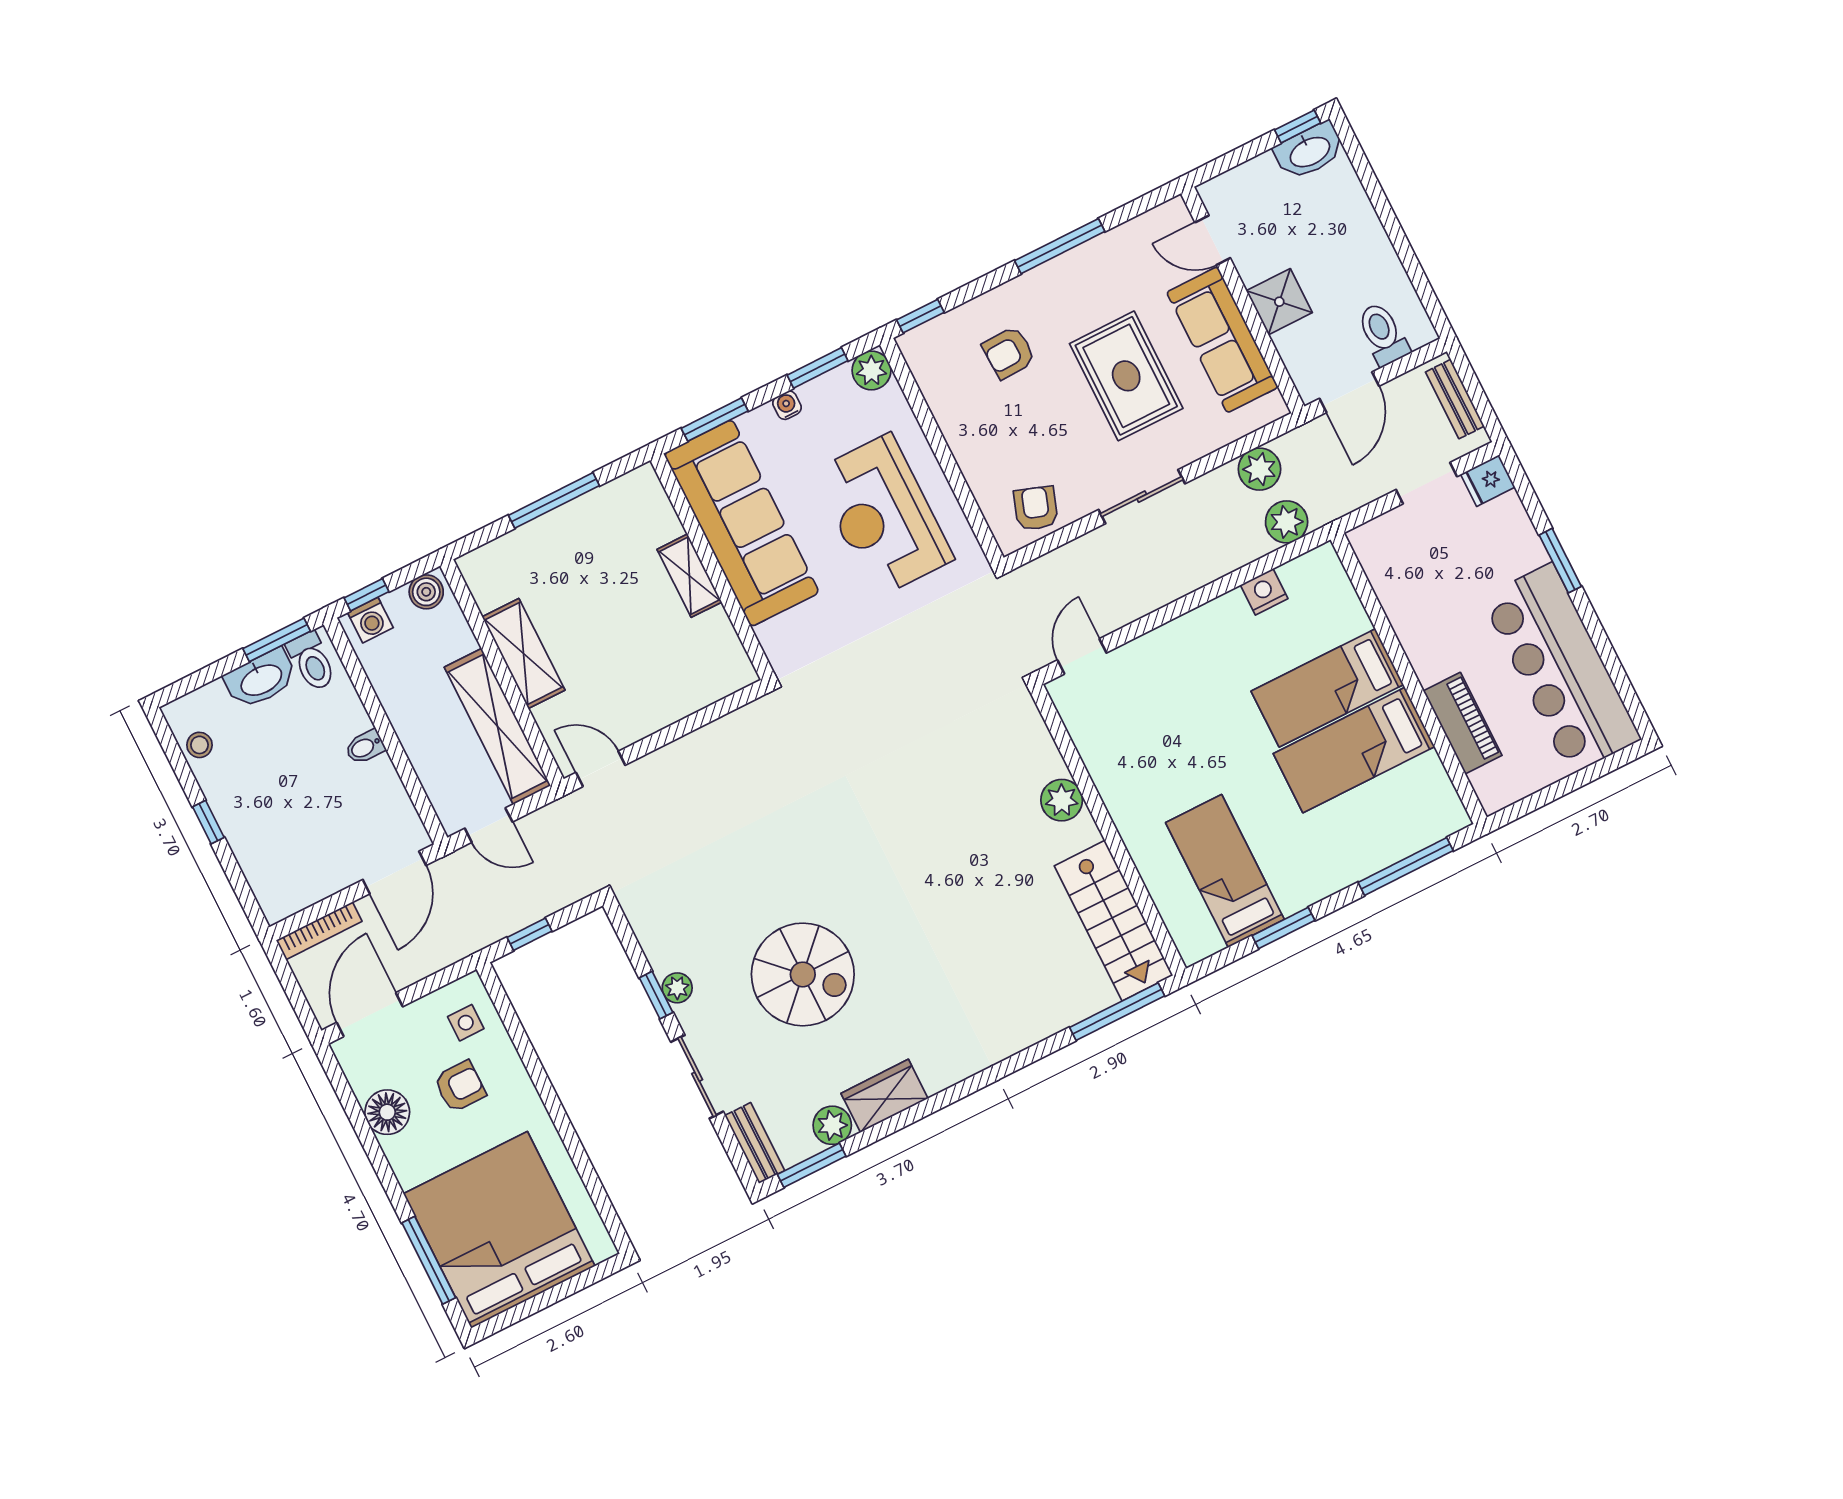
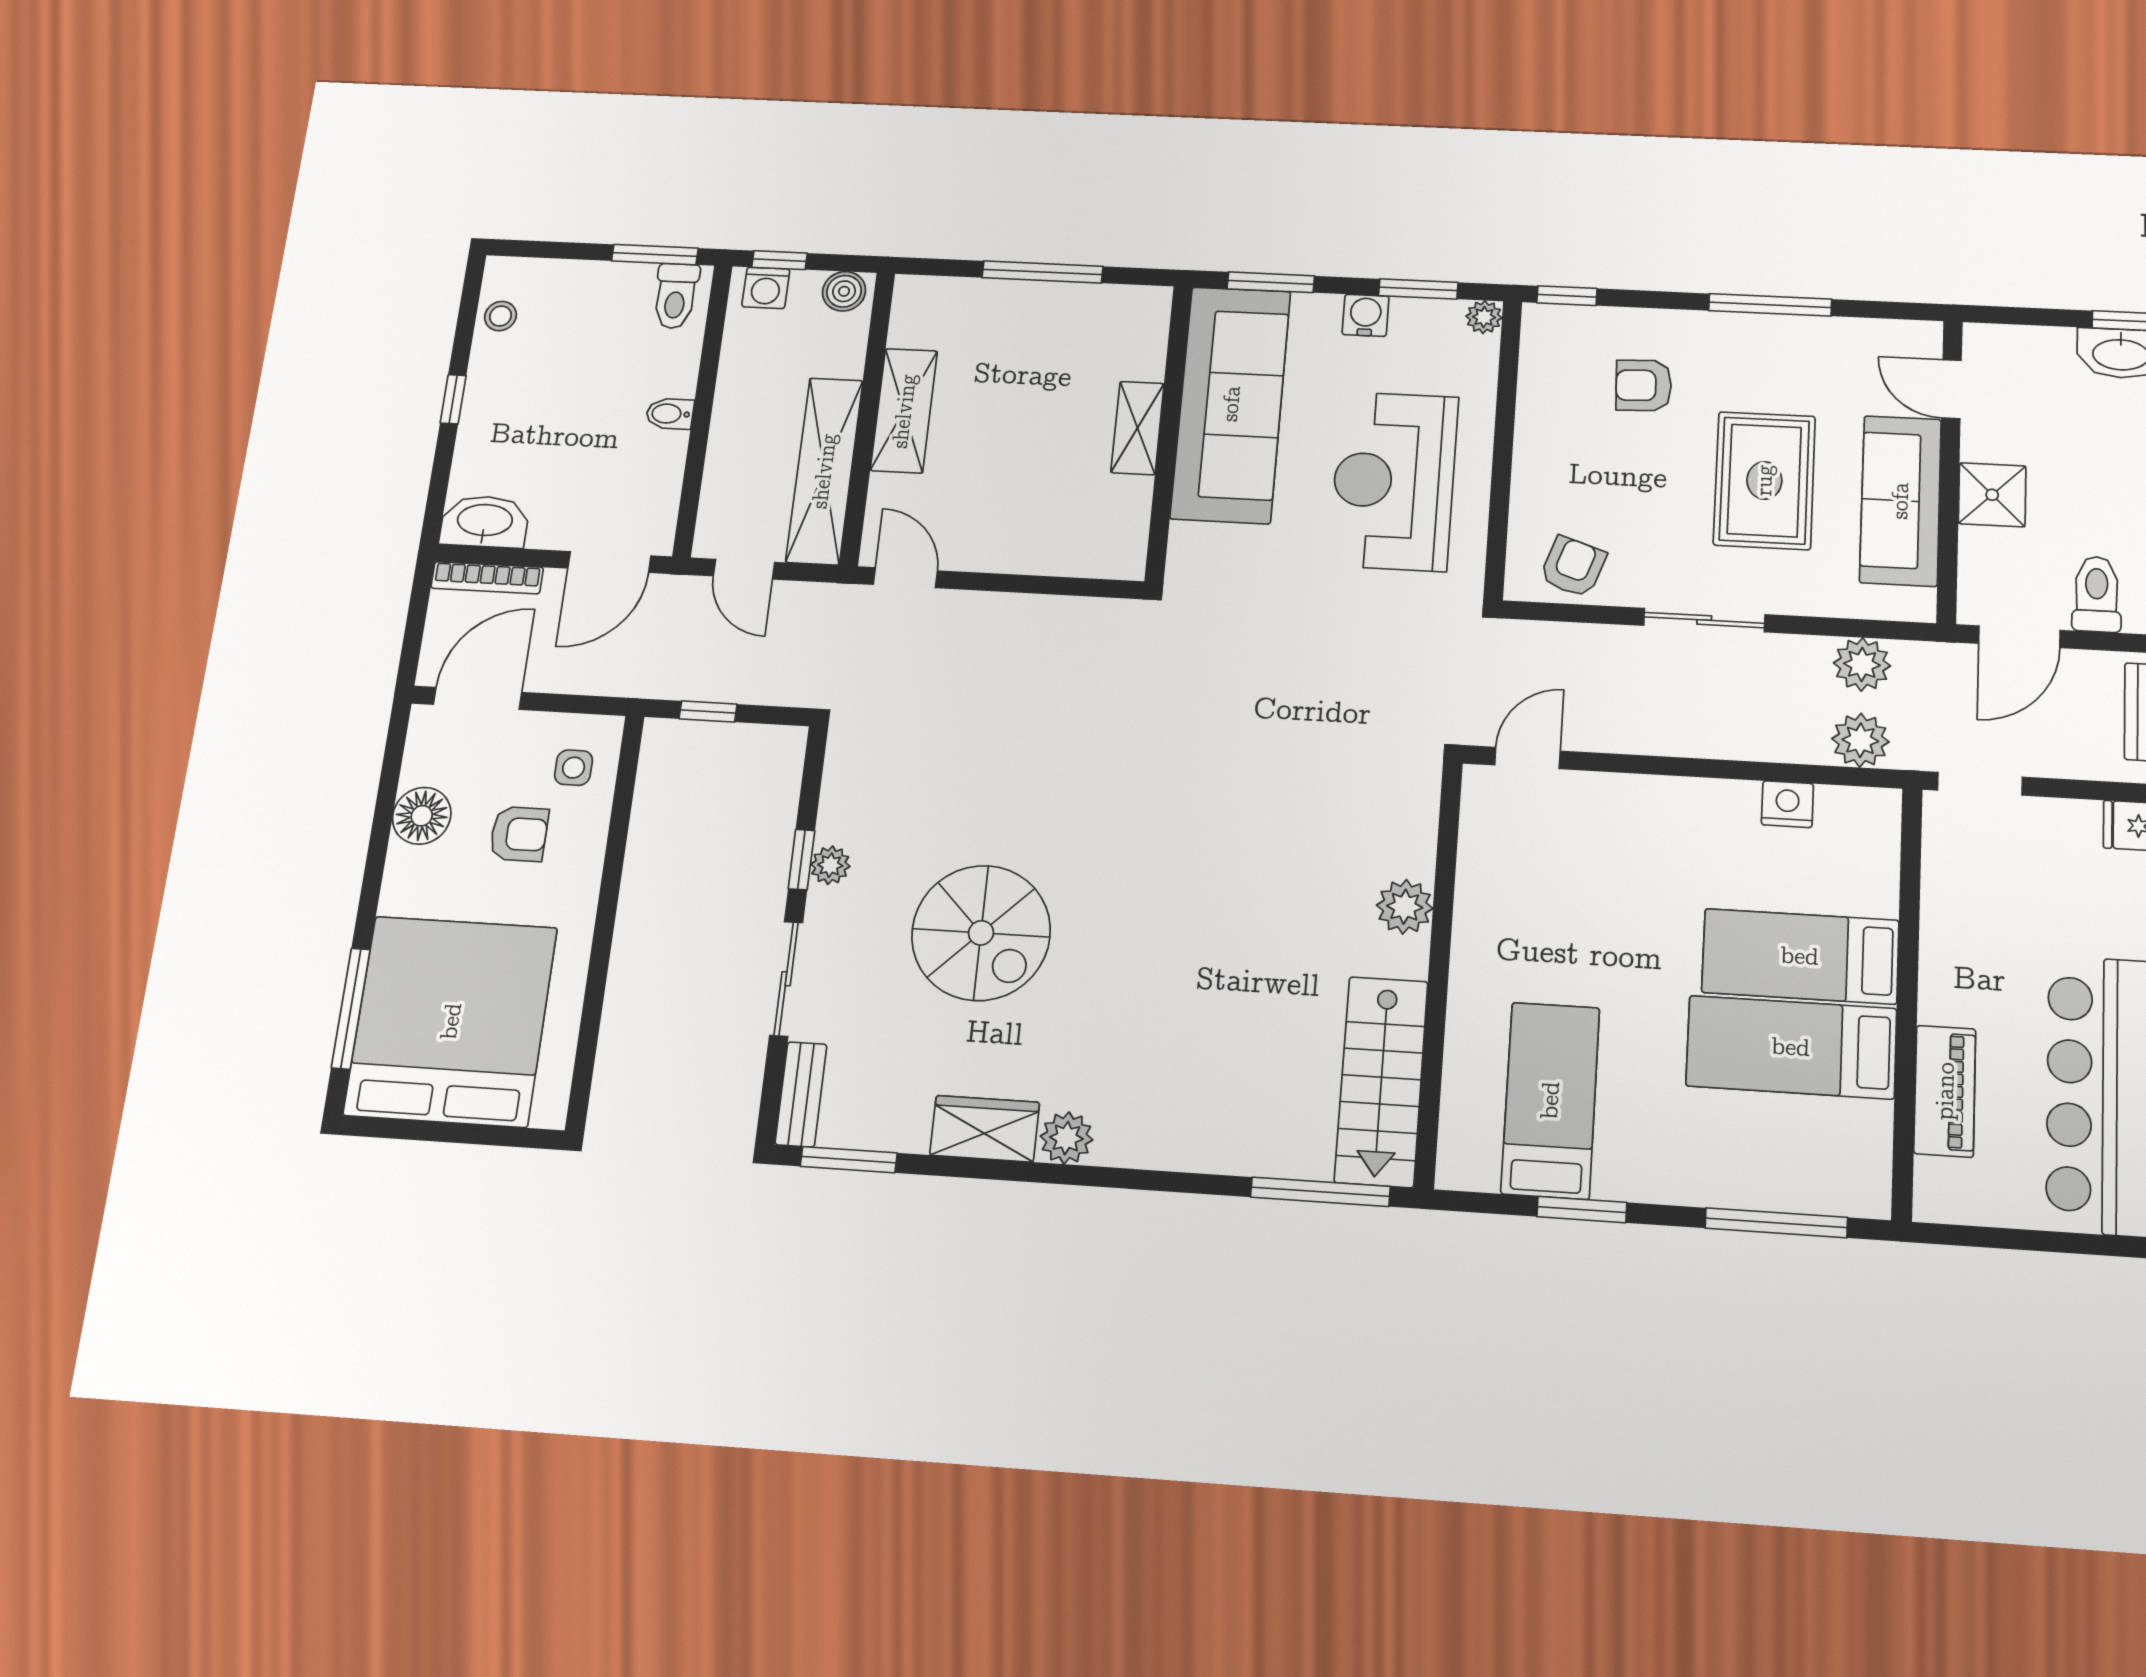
plant: (871, 370) -> (1484, 317), width x0.73, depth x0.73
water cooler: (787, 405) -> (1366, 315), width x1.38, depth x1.38
doorway: (1426, 483) -> (1980, 784), moved
washbasin: (261, 679) -> (485, 521), moved, turned 180
plant: (832, 1125) -> (1066, 1138), moved

